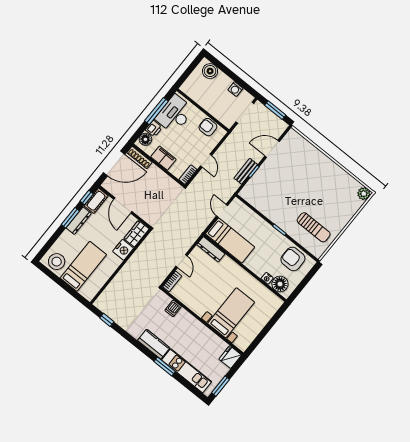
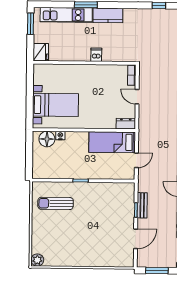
door: (222, 211) -> (136, 160), hinge flipped
dresser: (211, 249) -> (126, 124), width x0.70
armchair: (293, 259) -> (52, 166), removed
dishwasher: (173, 308) -> (96, 55), moved
bed with nightstands: (231, 313) -> (56, 105), moved, turned -90

